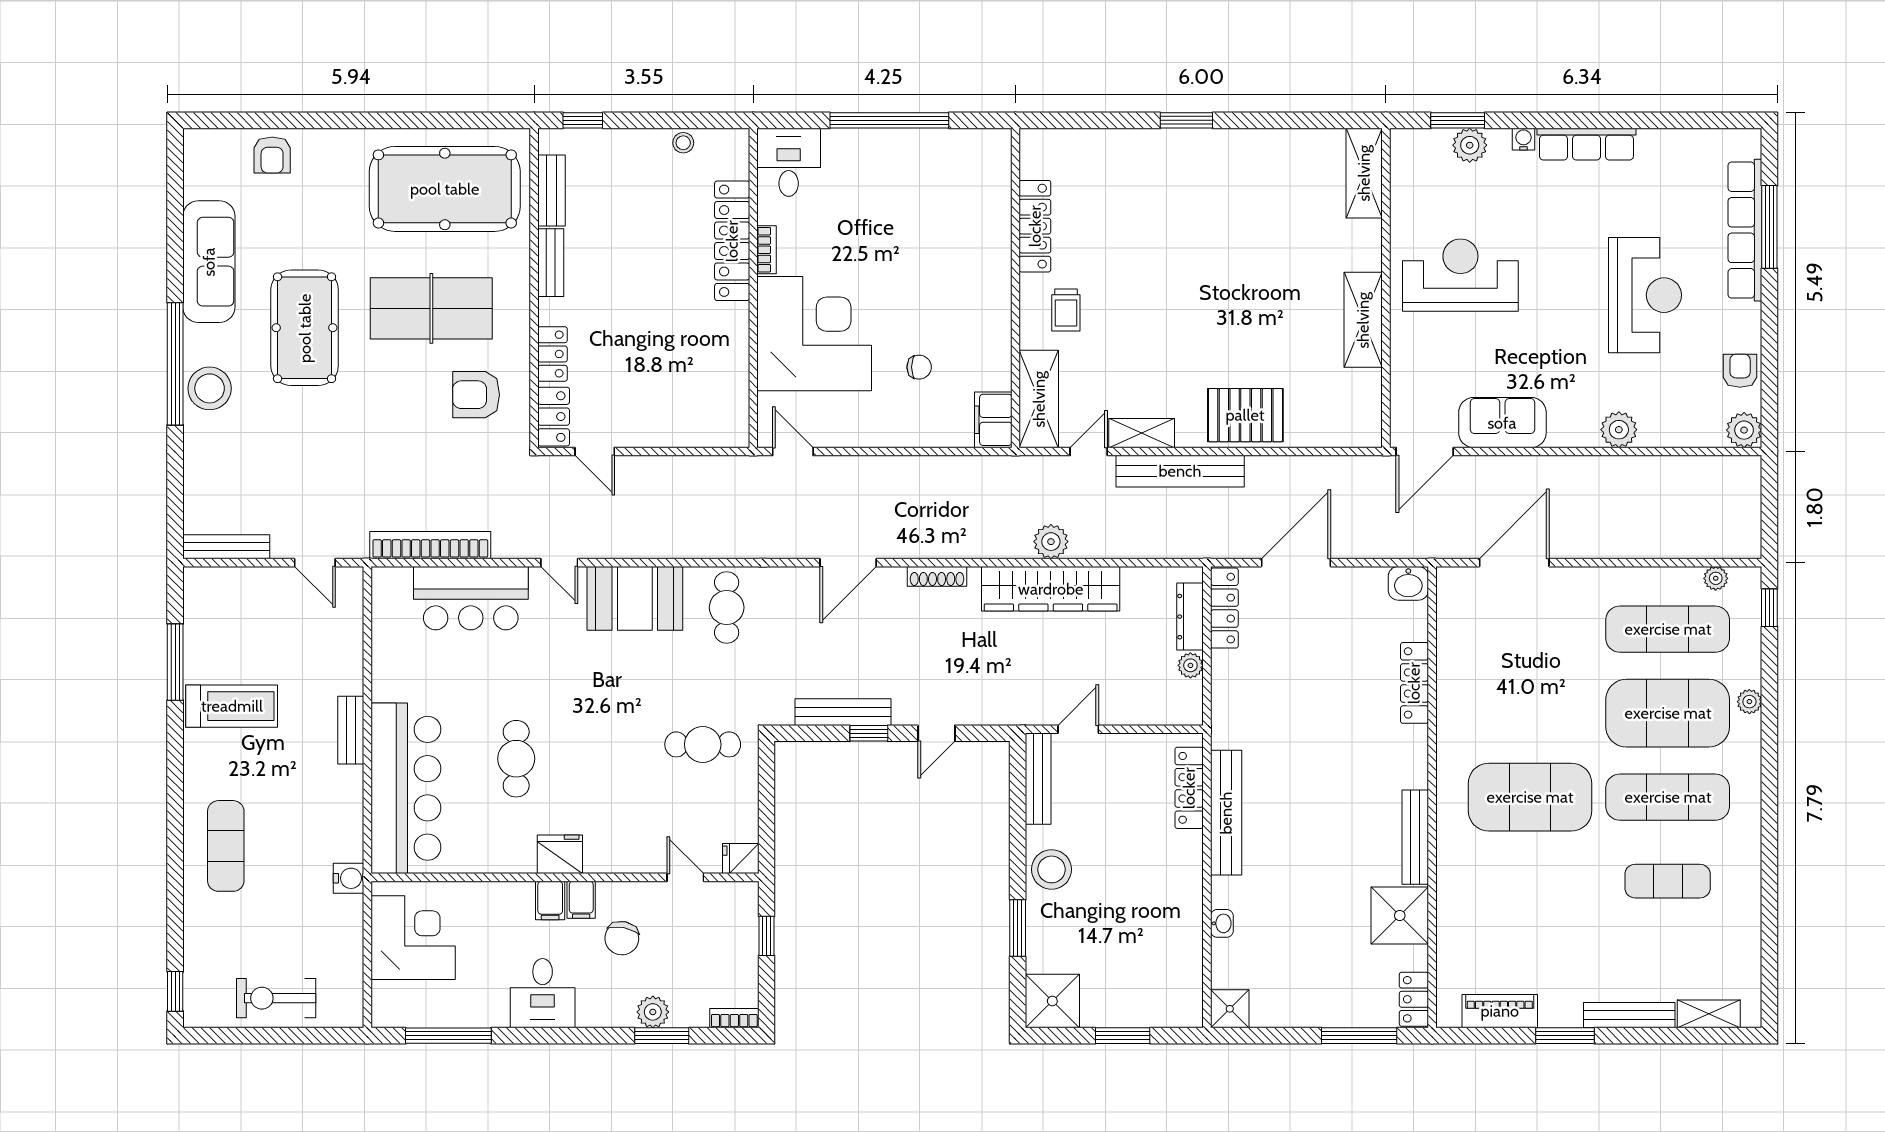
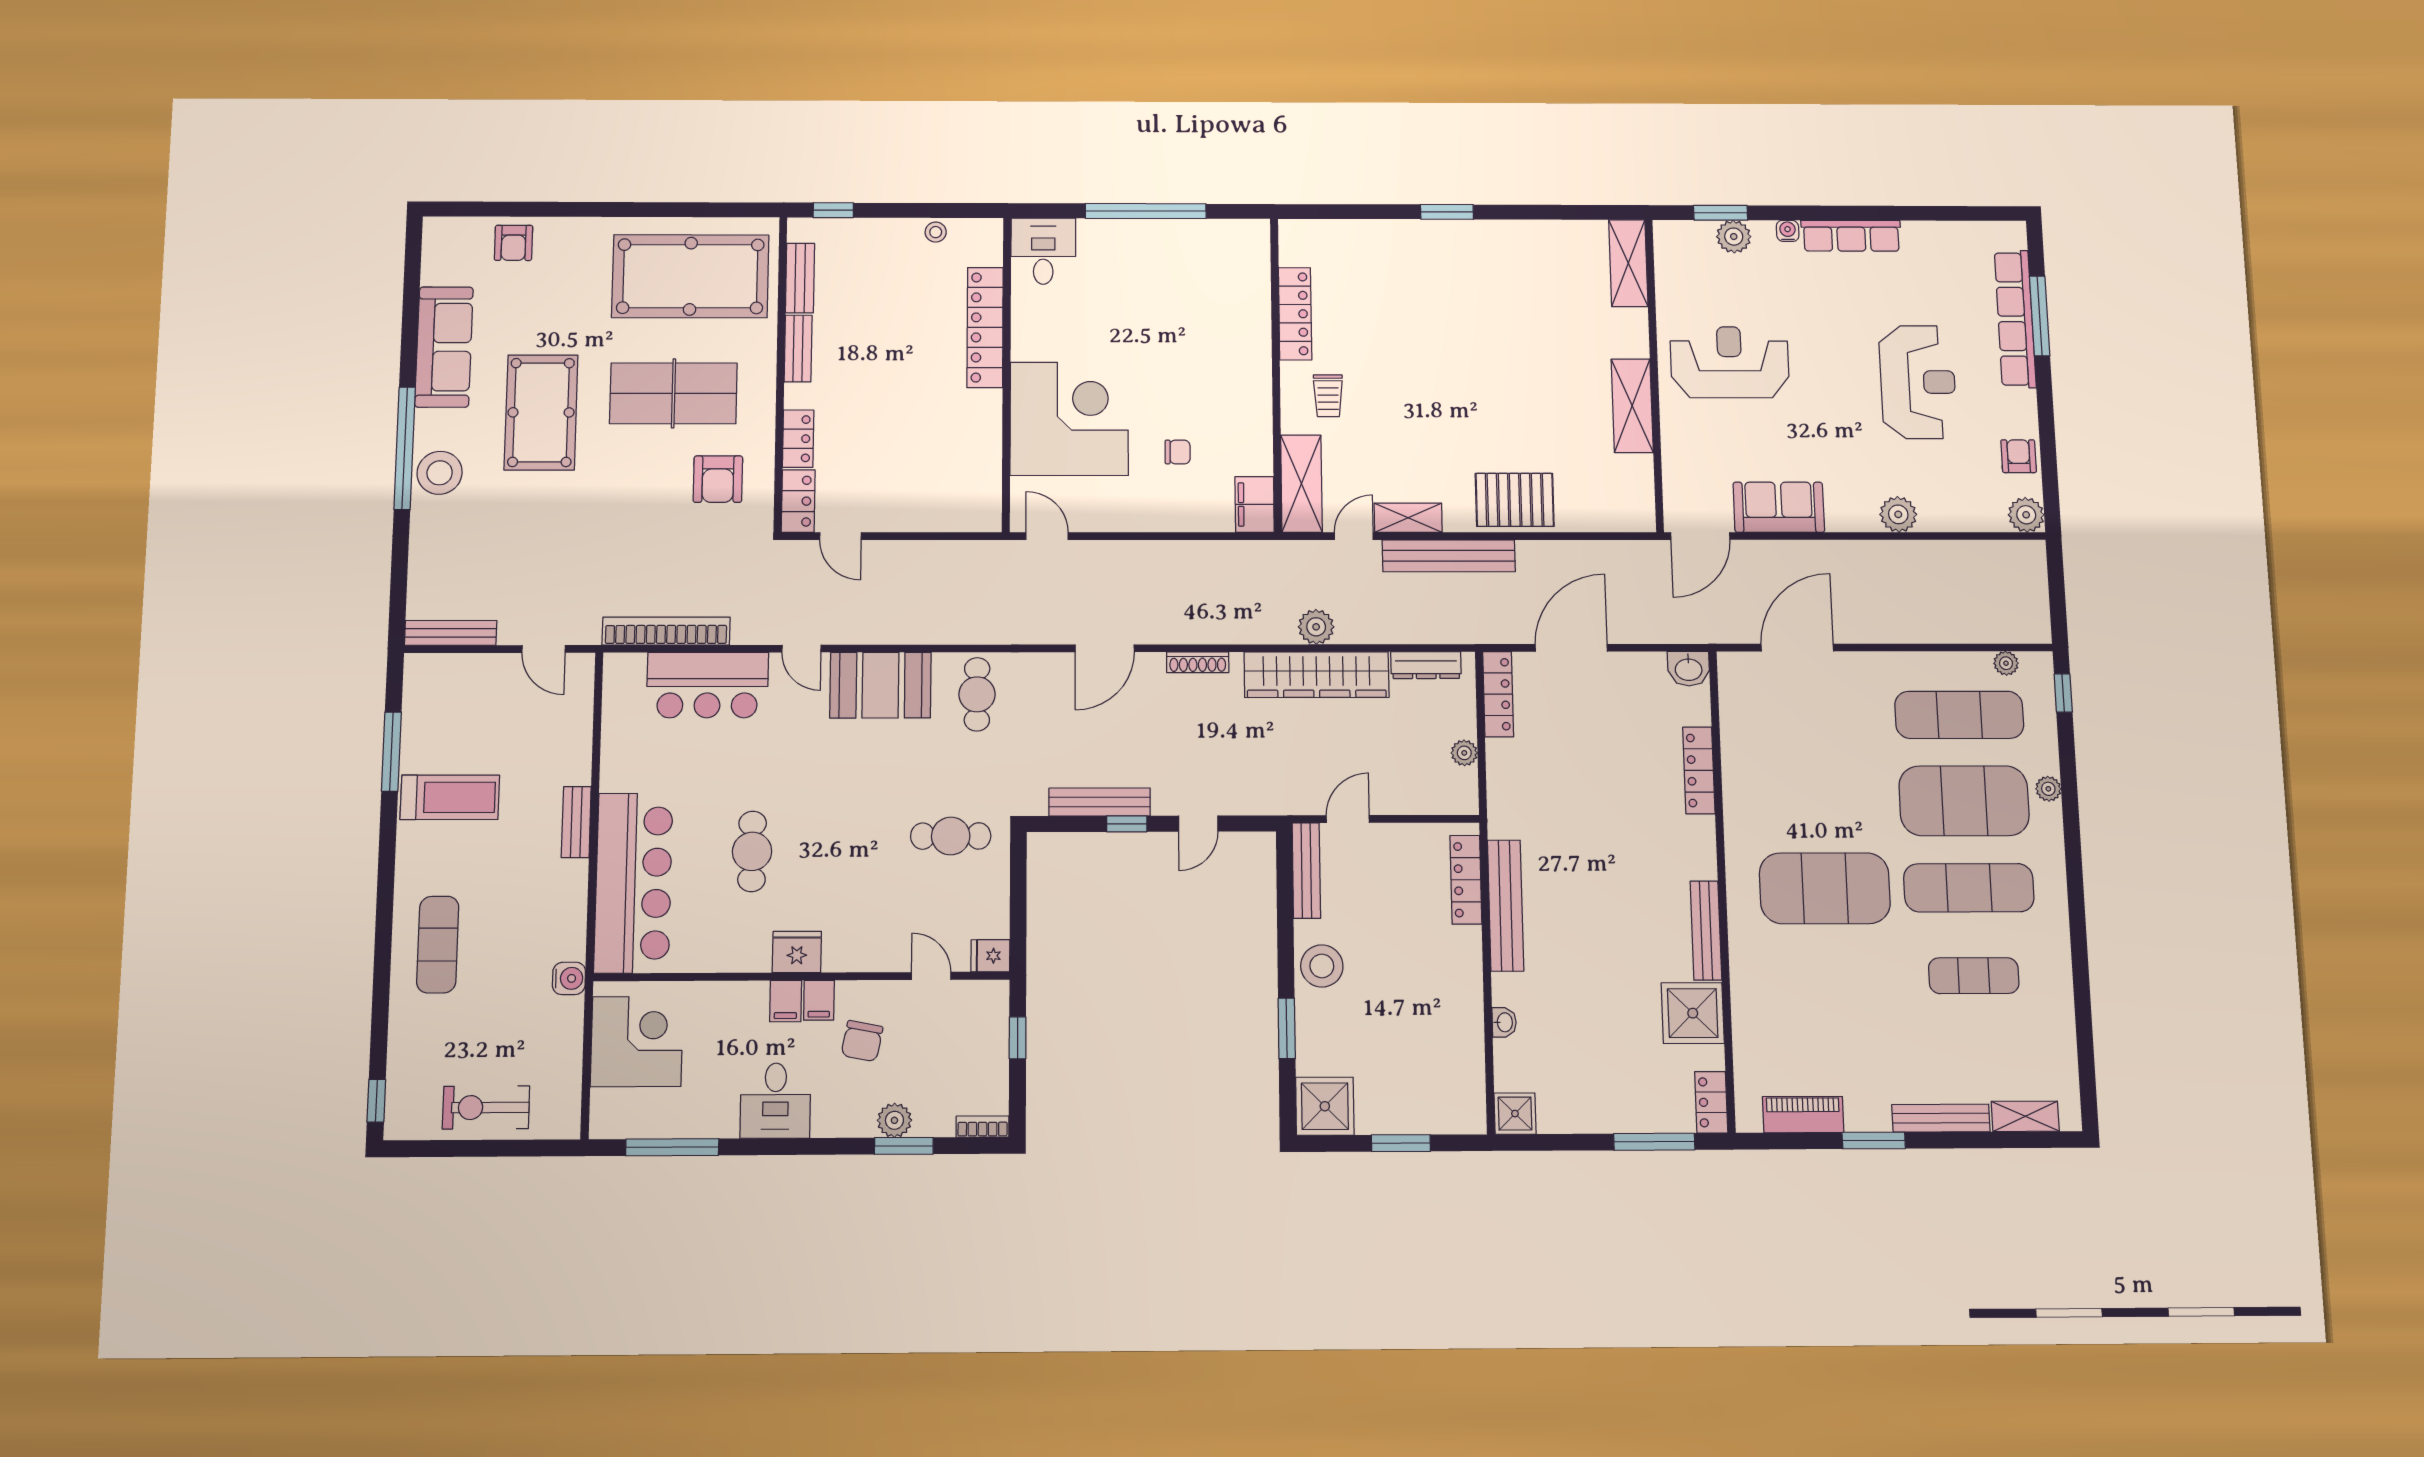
bookcase: (767, 250) -> (1020, 336), removed
armchair: (476, 395) -> (718, 479), turned -90
dresser: (1190, 617) -> (1426, 665), moved, turned -90

